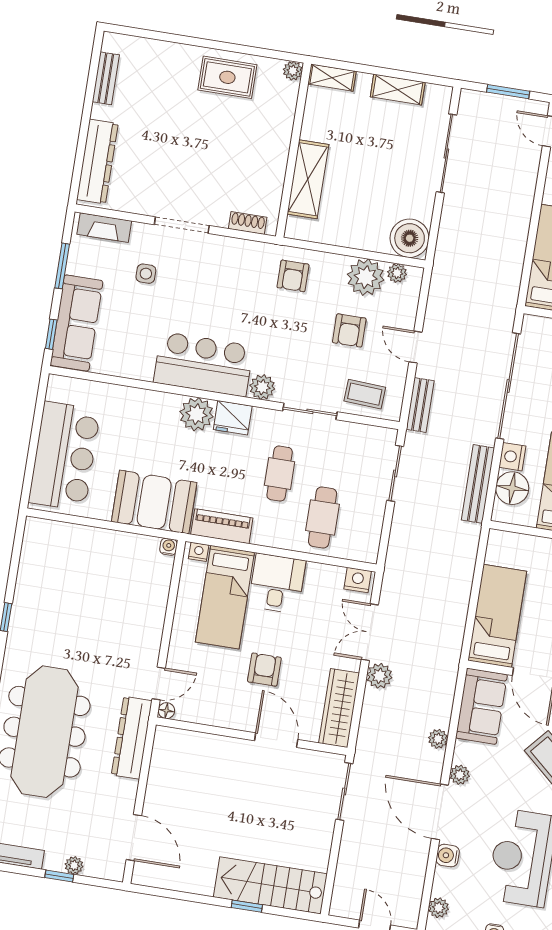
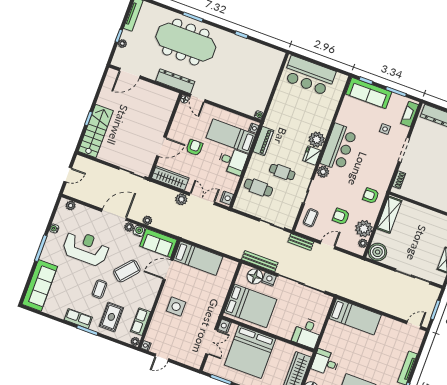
shelving: (308, 179) -> (389, 215), moved, turned 90
booth: (154, 502) -> (280, 112), removed
armchair: (264, 670) -> (194, 148), turned -90
water cooler: (448, 856) -> (139, 231), moved

